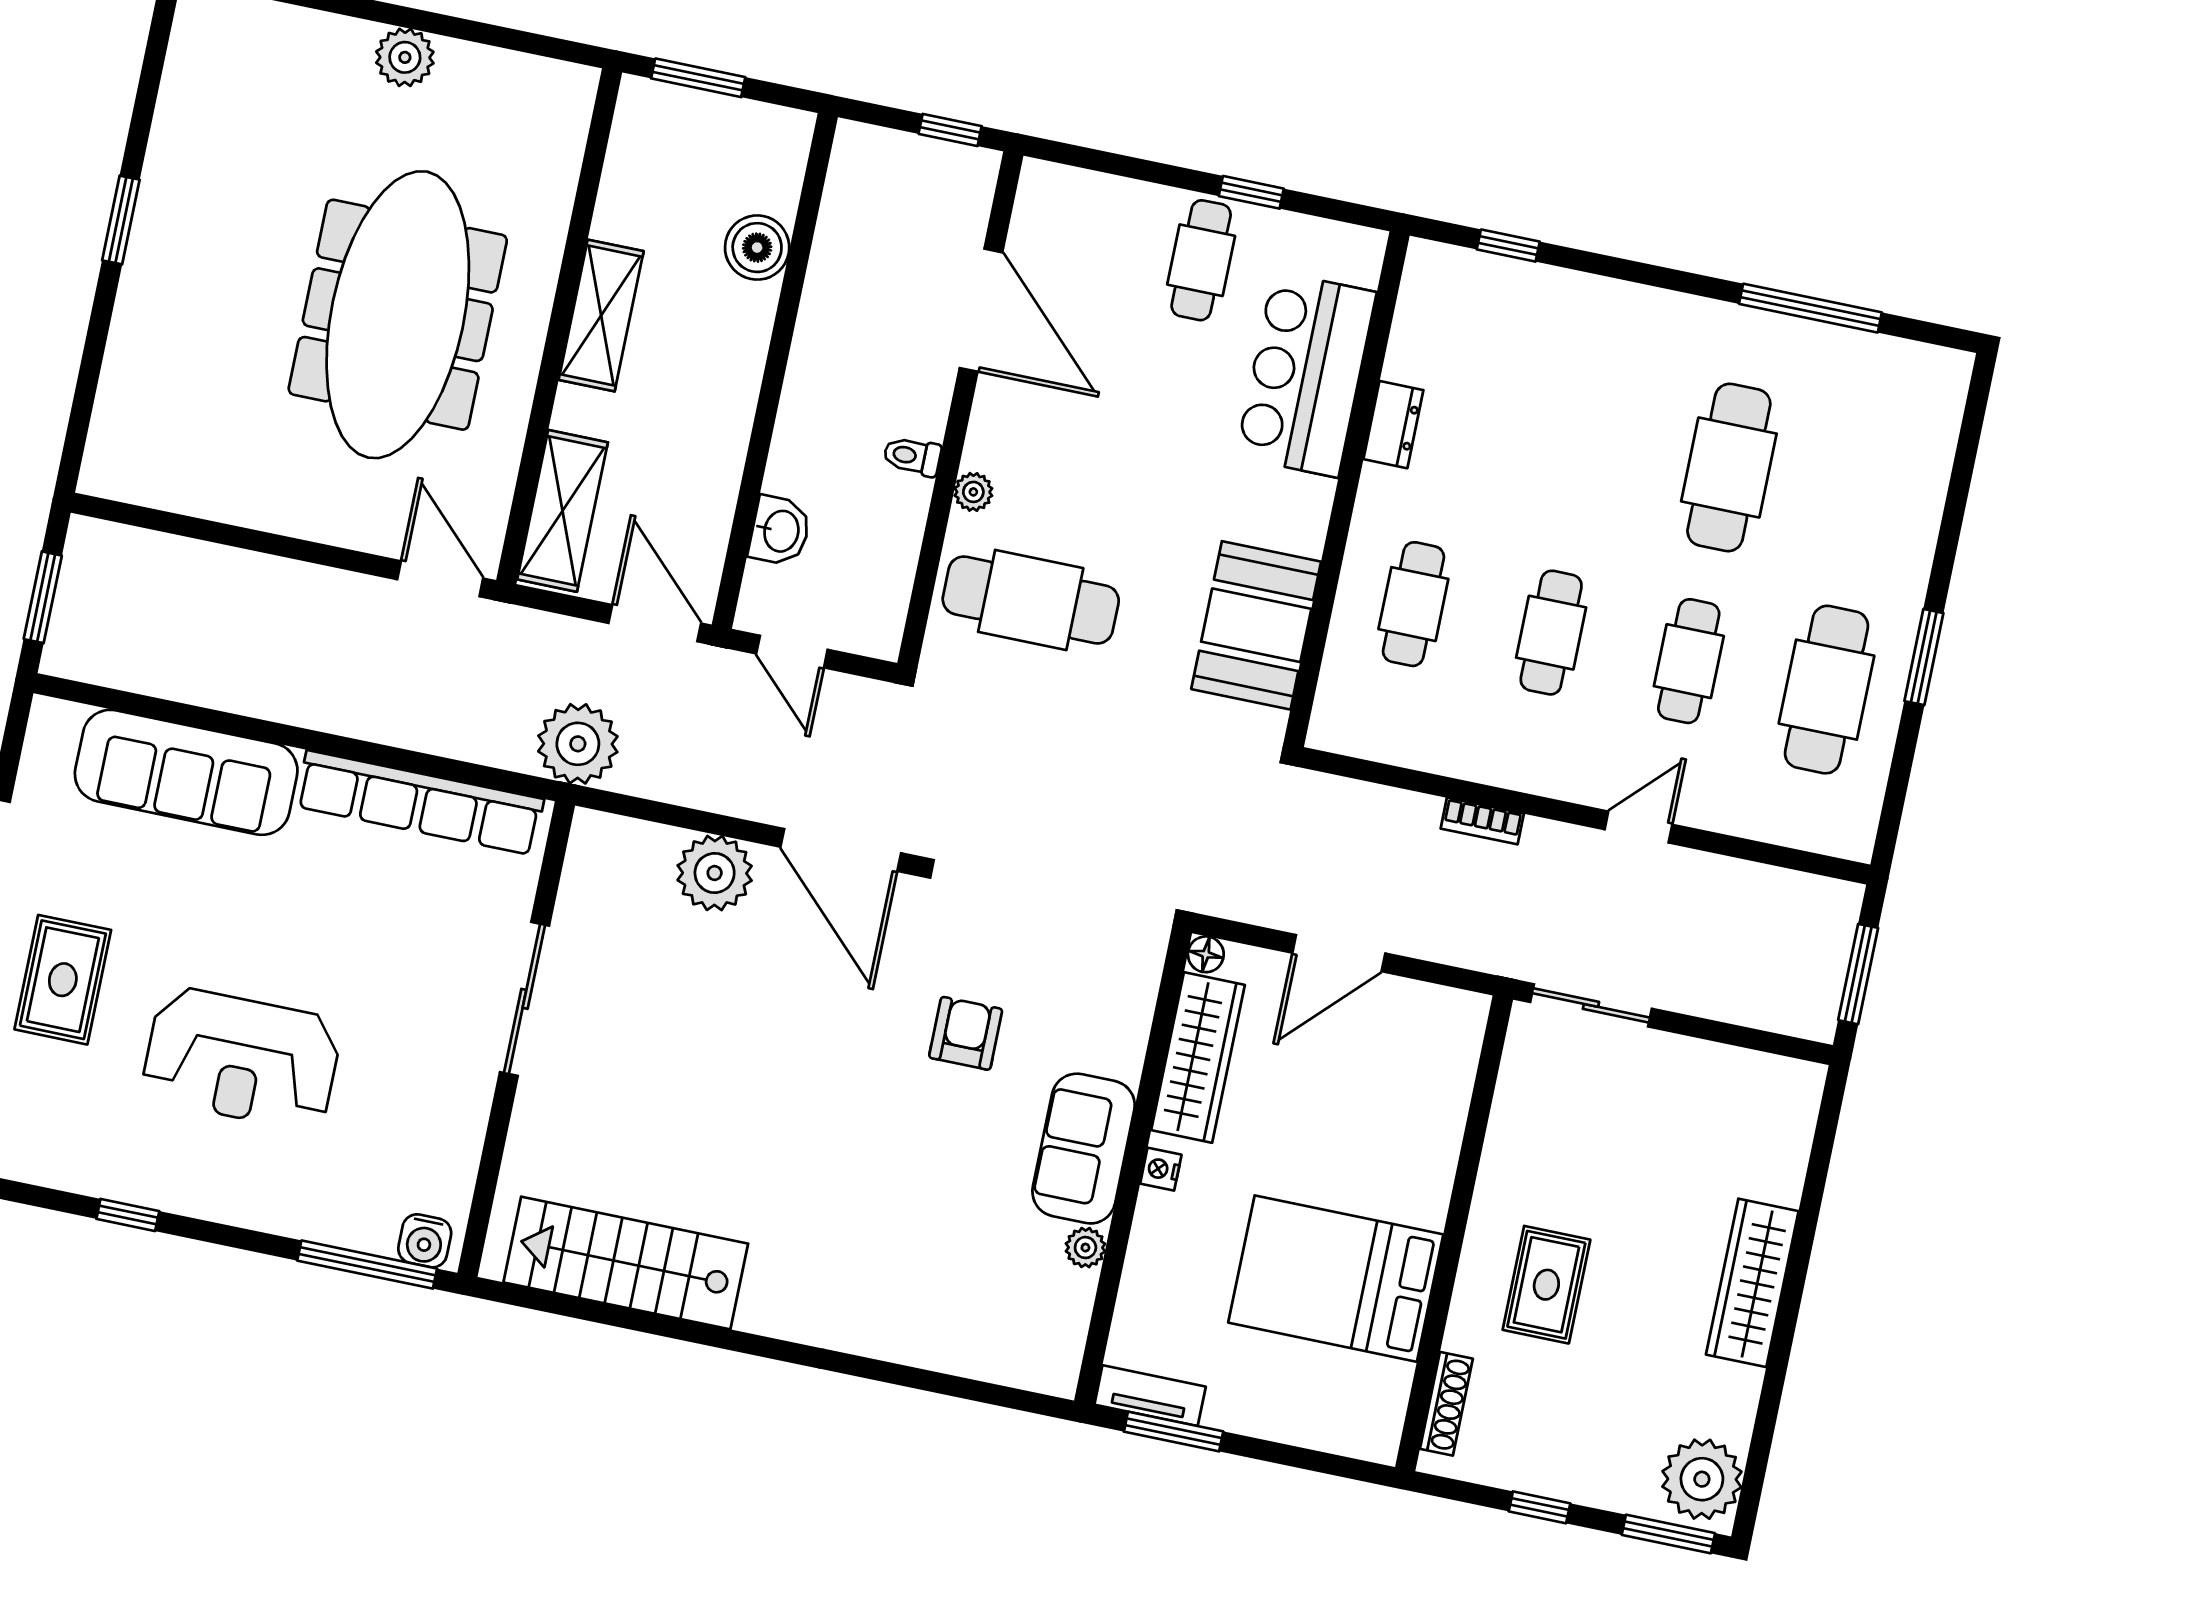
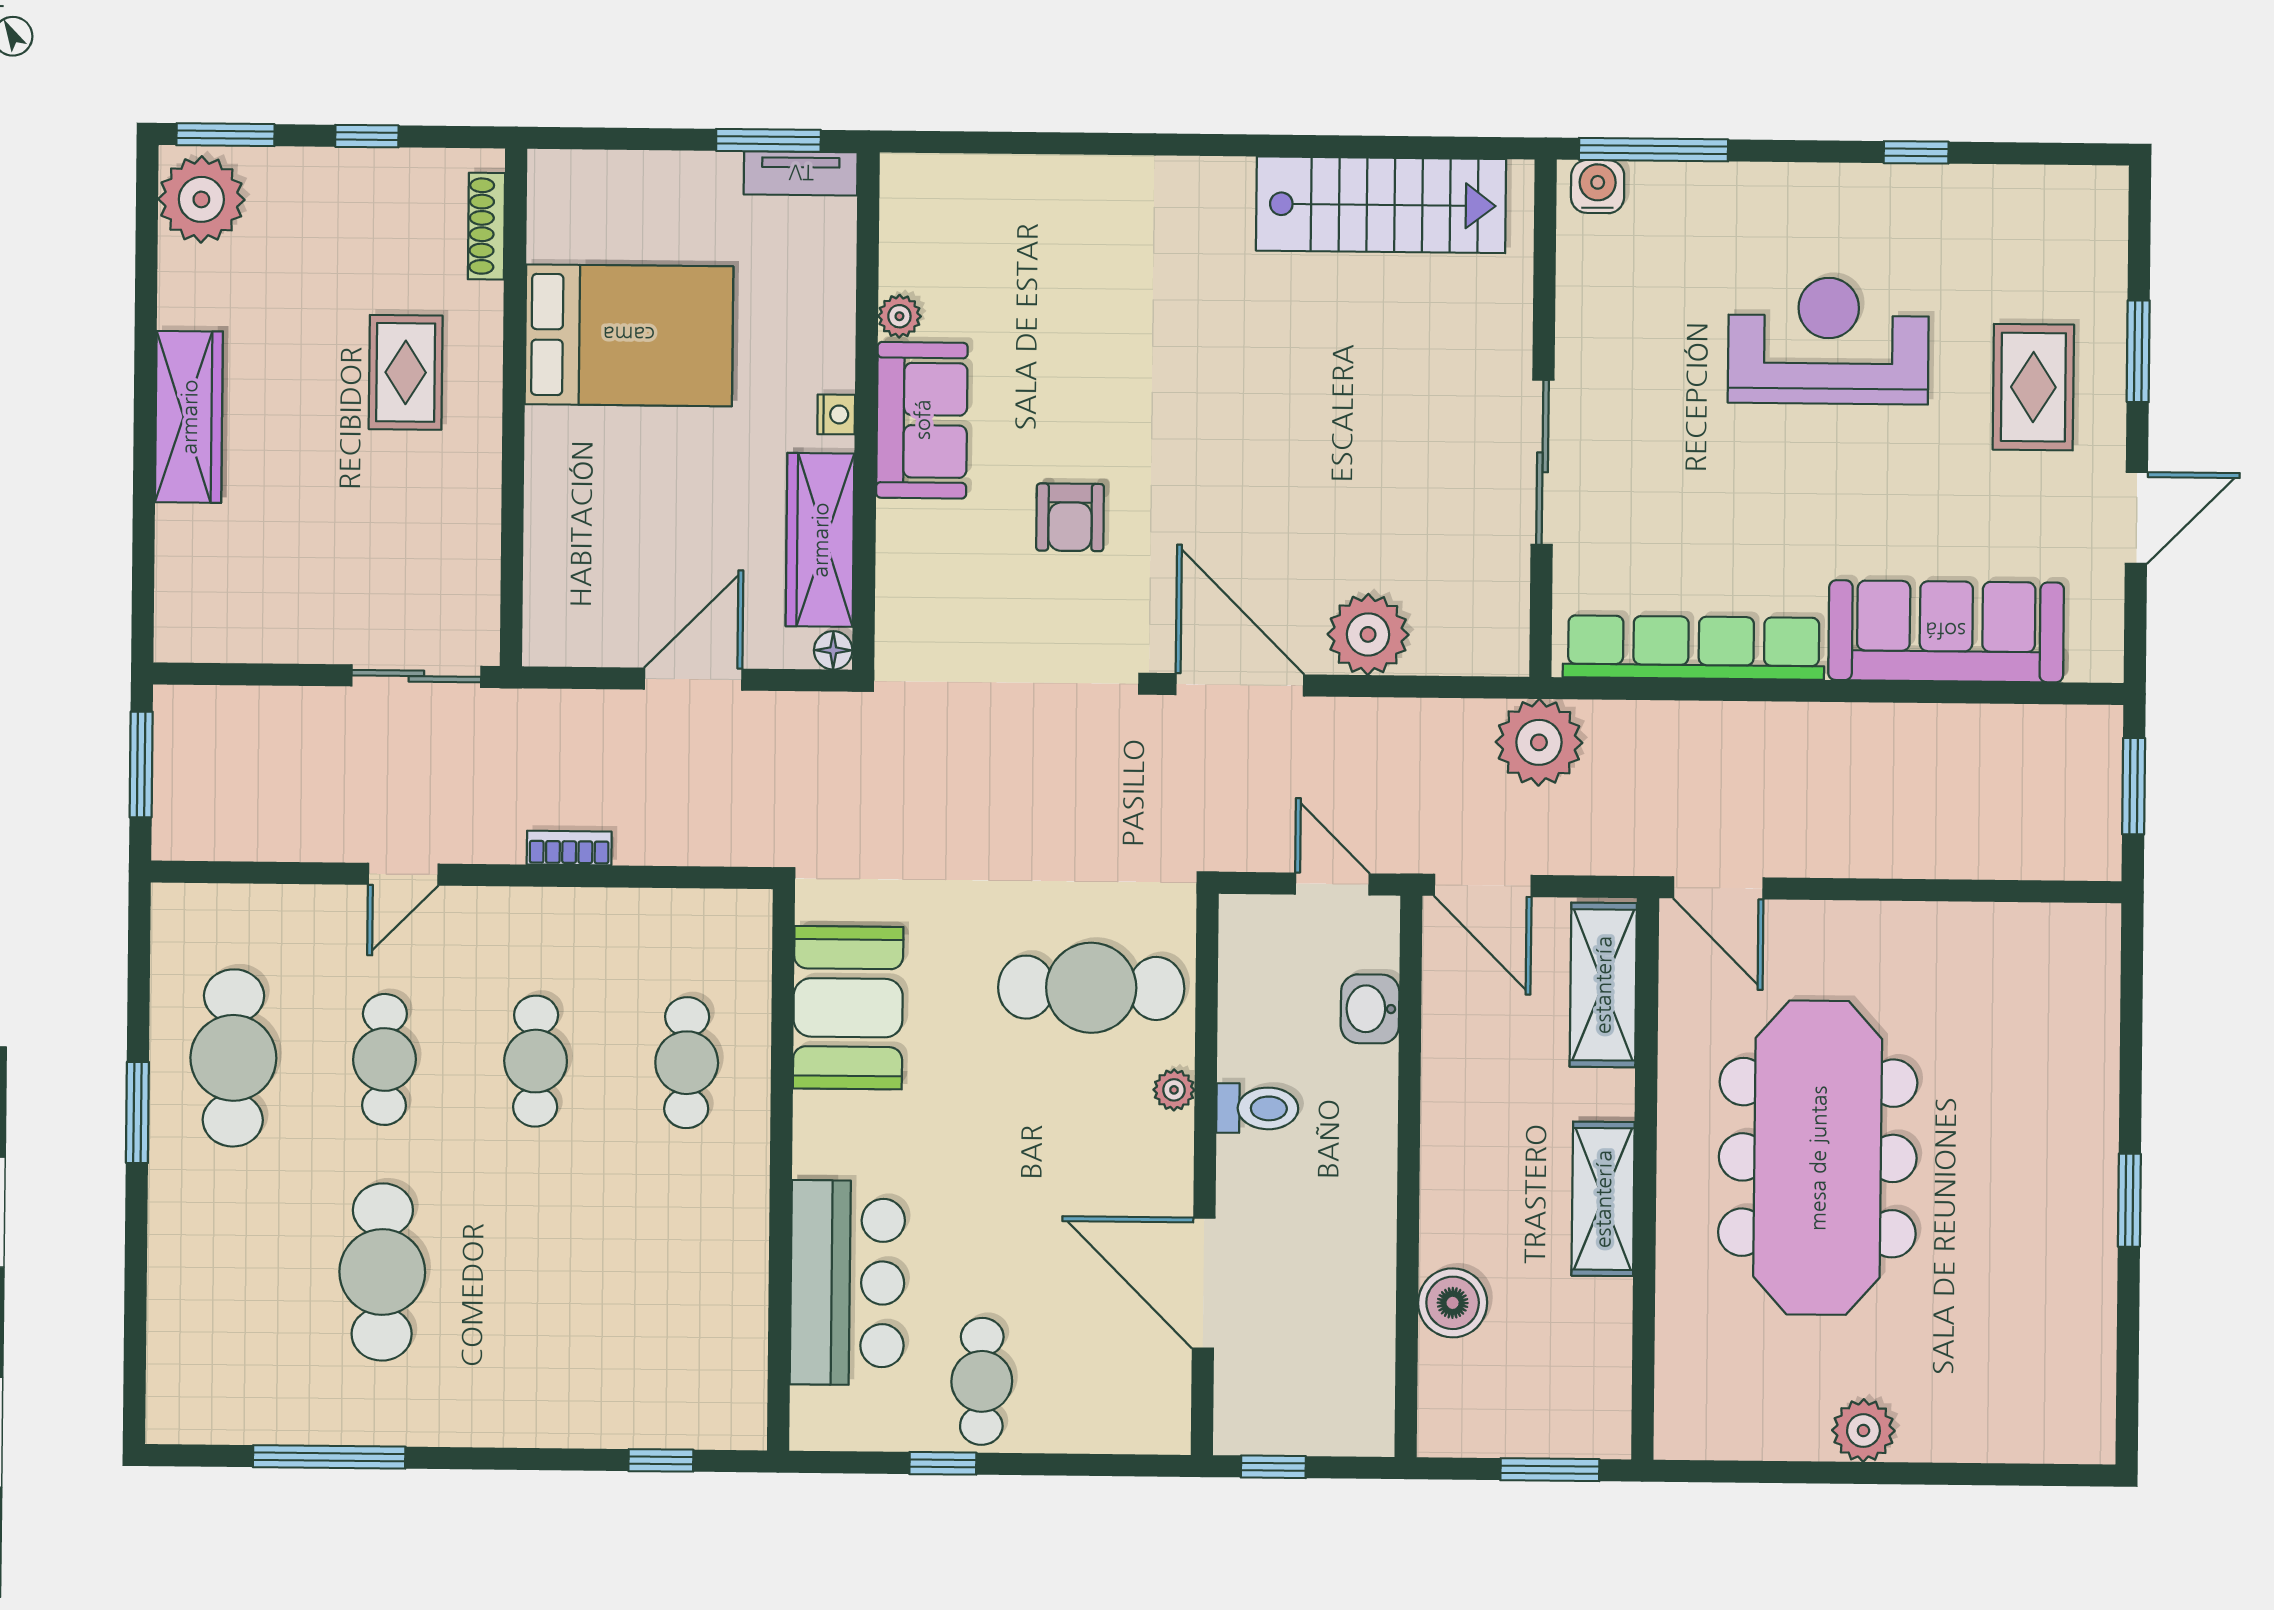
dresser: (1393, 425) -> (745, 1248), removed
toilet: (912, 456) -> (1257, 1108), width x1.37, depth x1.39

